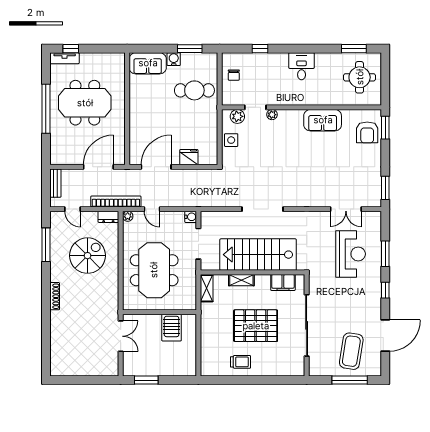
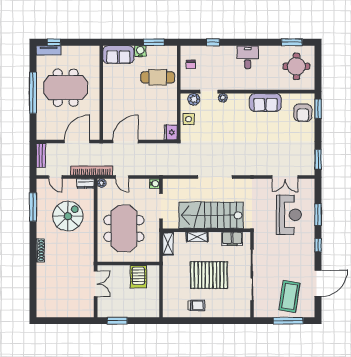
fridge: (189, 157) -> (171, 132), moved, turned -90

